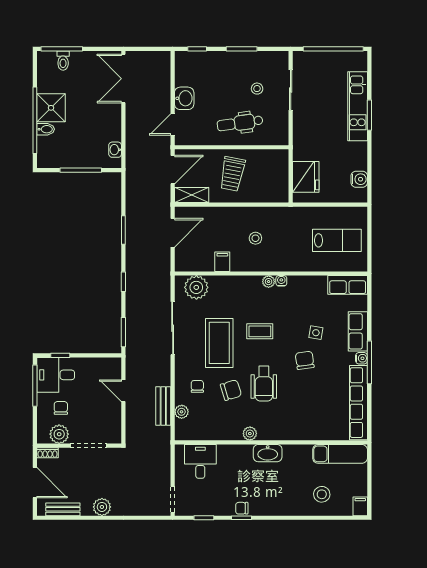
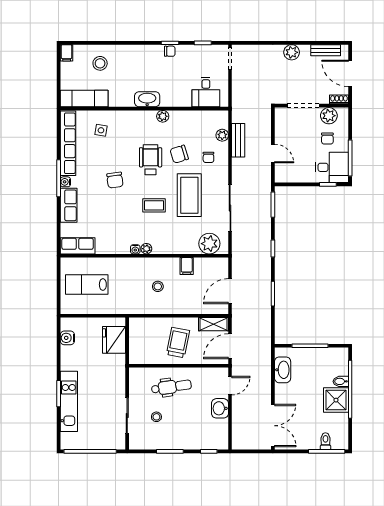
washbasin: (115, 150) -> (283, 370), width x1.91, depth x1.45
side table: (316, 333) -> (101, 130), moved

